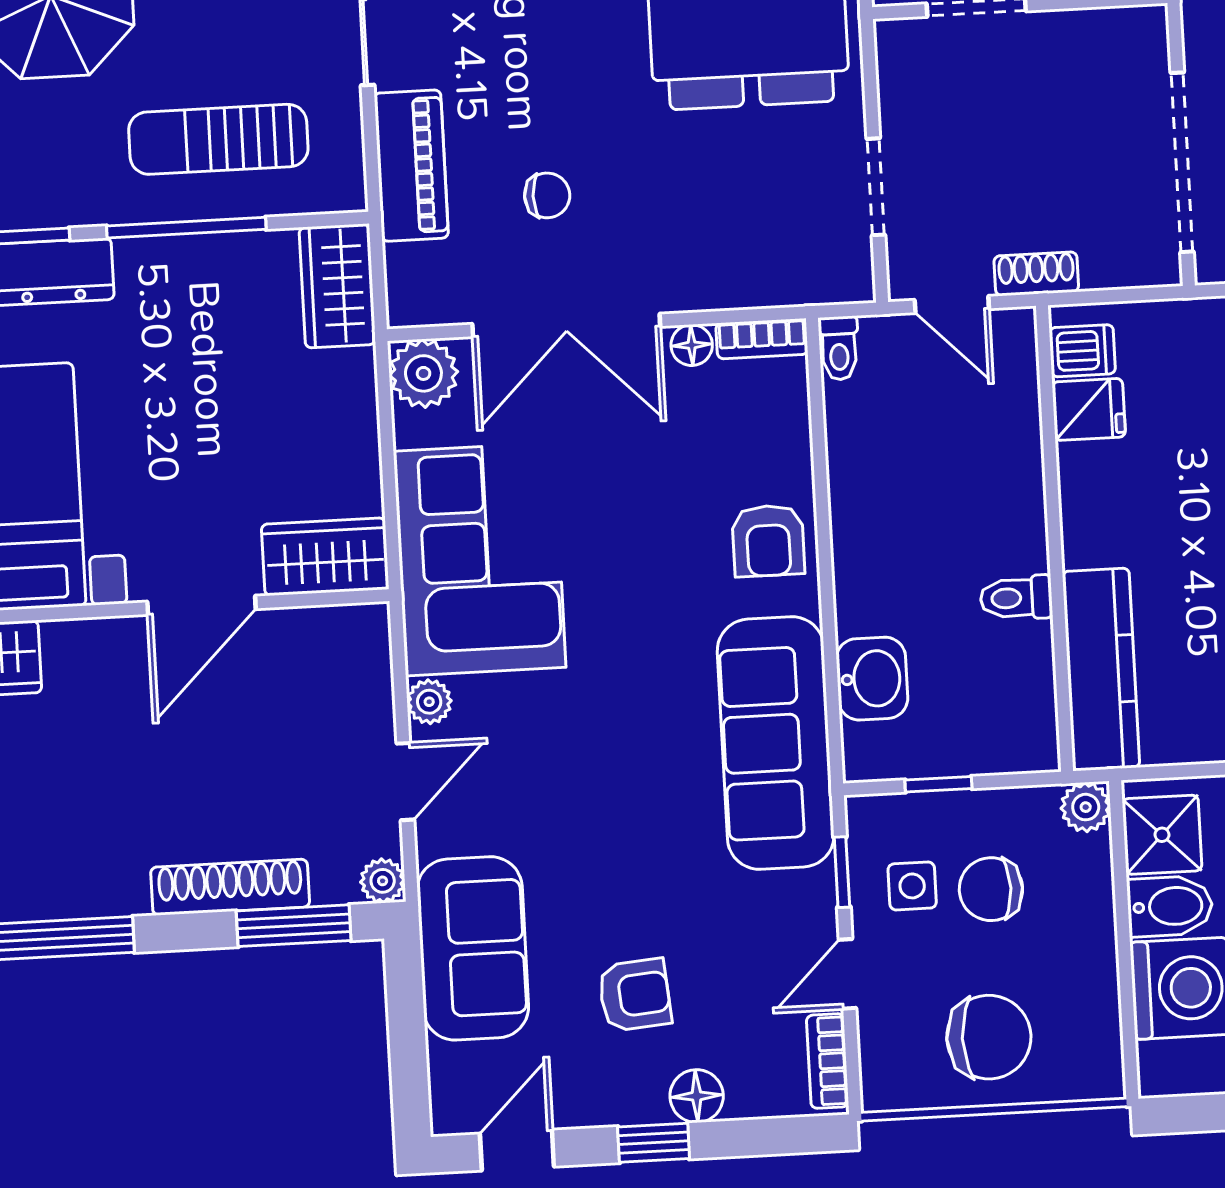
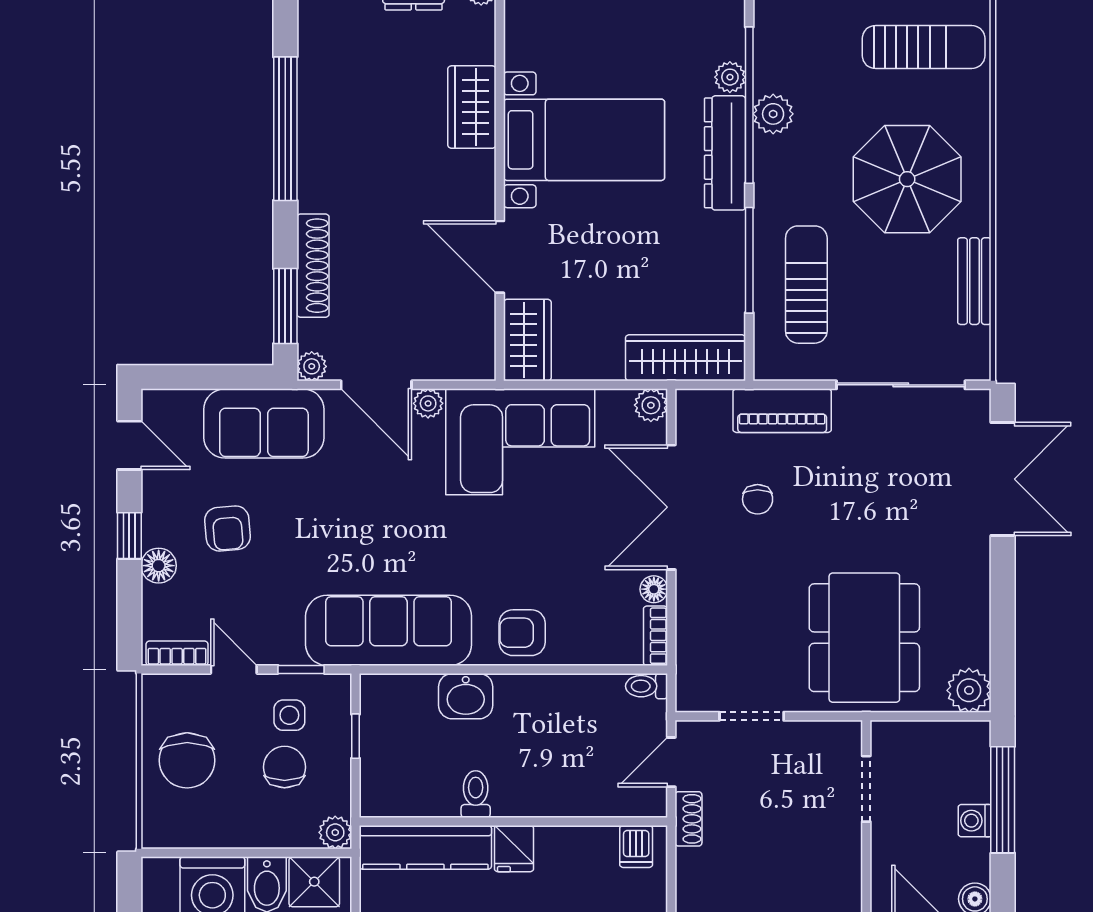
wardrobe: (337, 286) -> (685, 358), width x1.50
plant: (423, 373) -> (651, 405), width x0.73, depth x0.73
fridge: (1089, 409) -> (514, 849), moved
washbasin: (872, 679) -> (466, 696), moved
door: (405, 782) -> (376, 385), width x1.38

